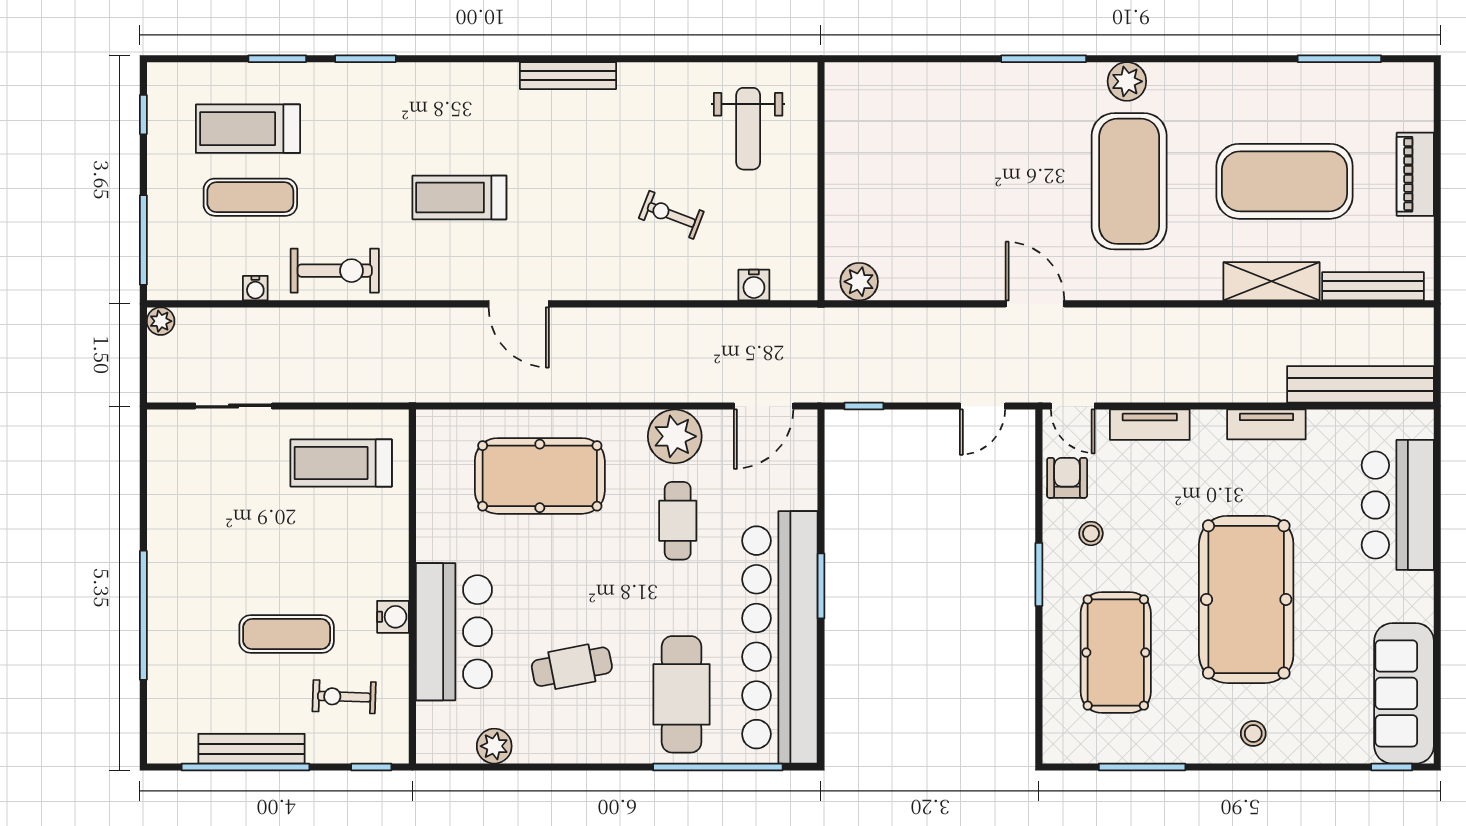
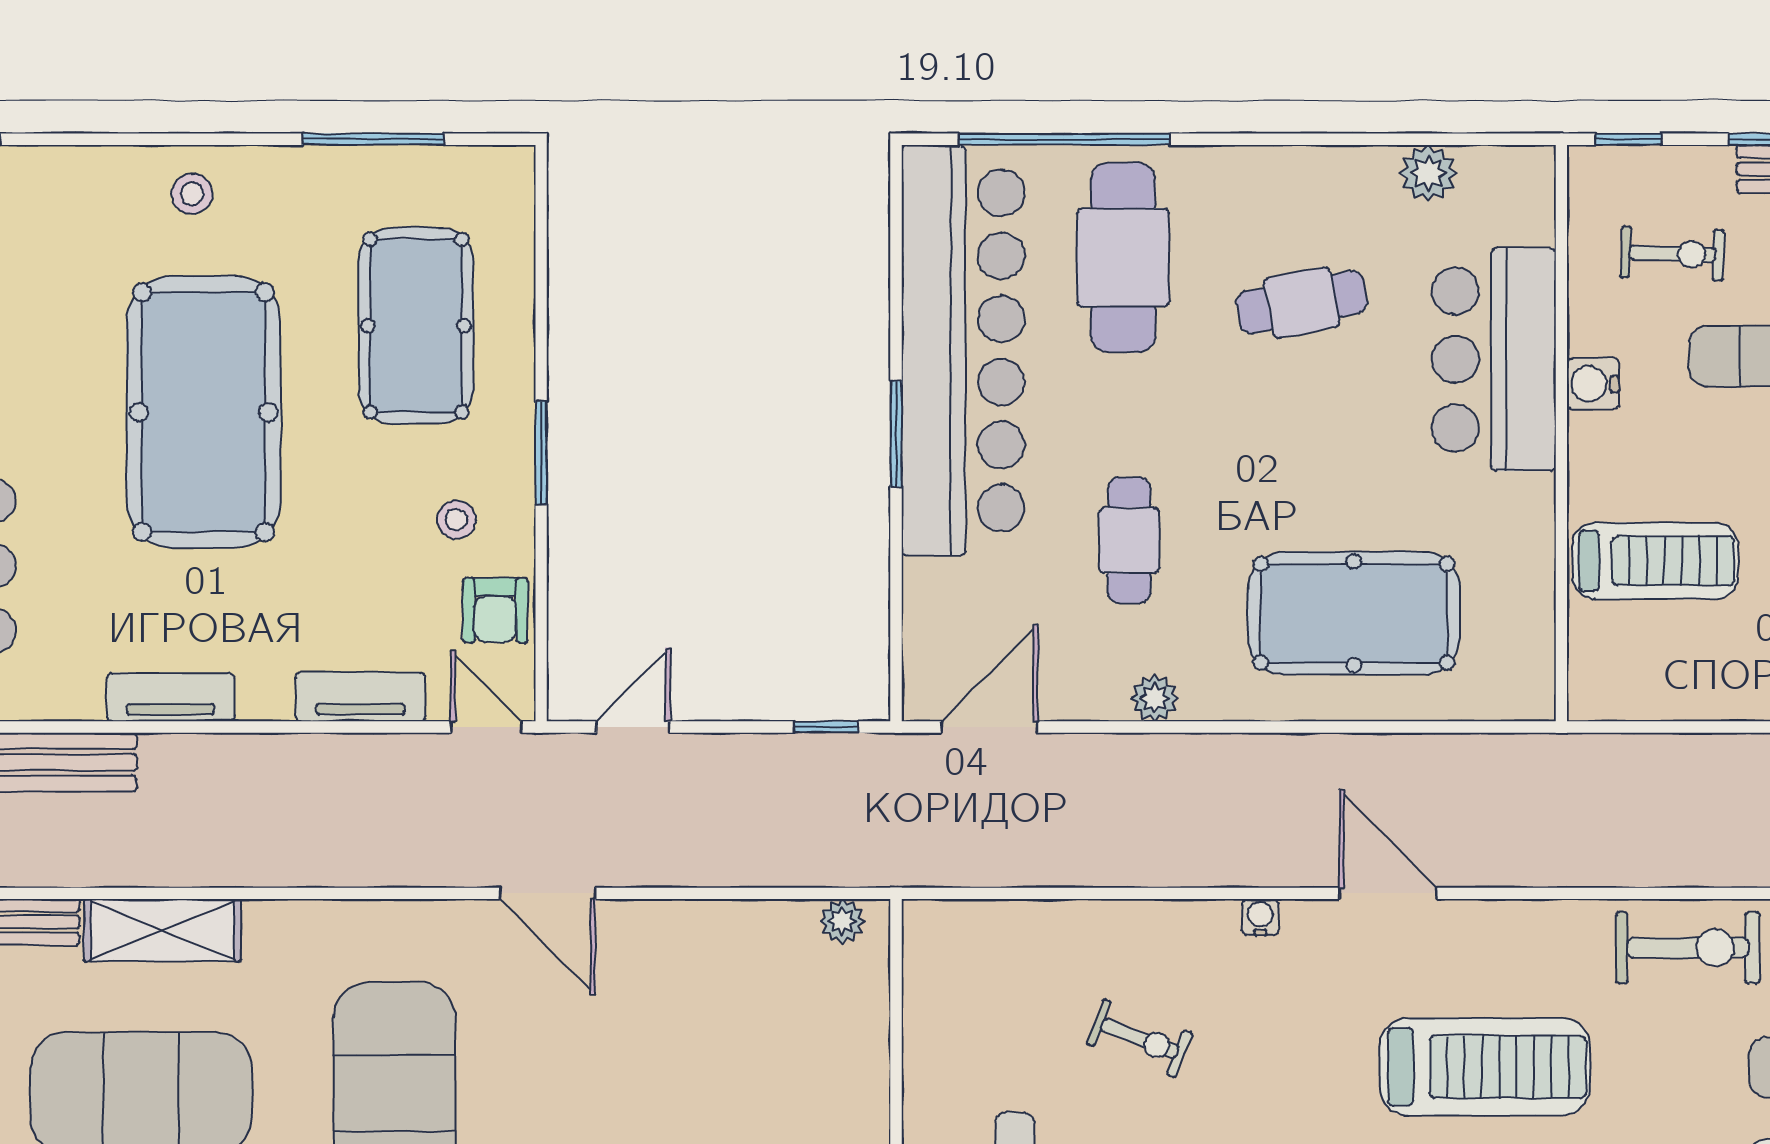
treadmill: (459, 197) -> (1485, 1067), width x1.37, depth x1.38
exercise bike: (335, 271) -> (1688, 948), turned 180
plant: (859, 282) -> (842, 921), width x0.73, depth x0.73
water cooler: (754, 285) -> (1260, 917), moved, width x0.72, depth x0.72
plant: (675, 436) -> (1155, 698), width x0.53, depth x0.53
treadmill: (341, 463) -> (1655, 561), moved

